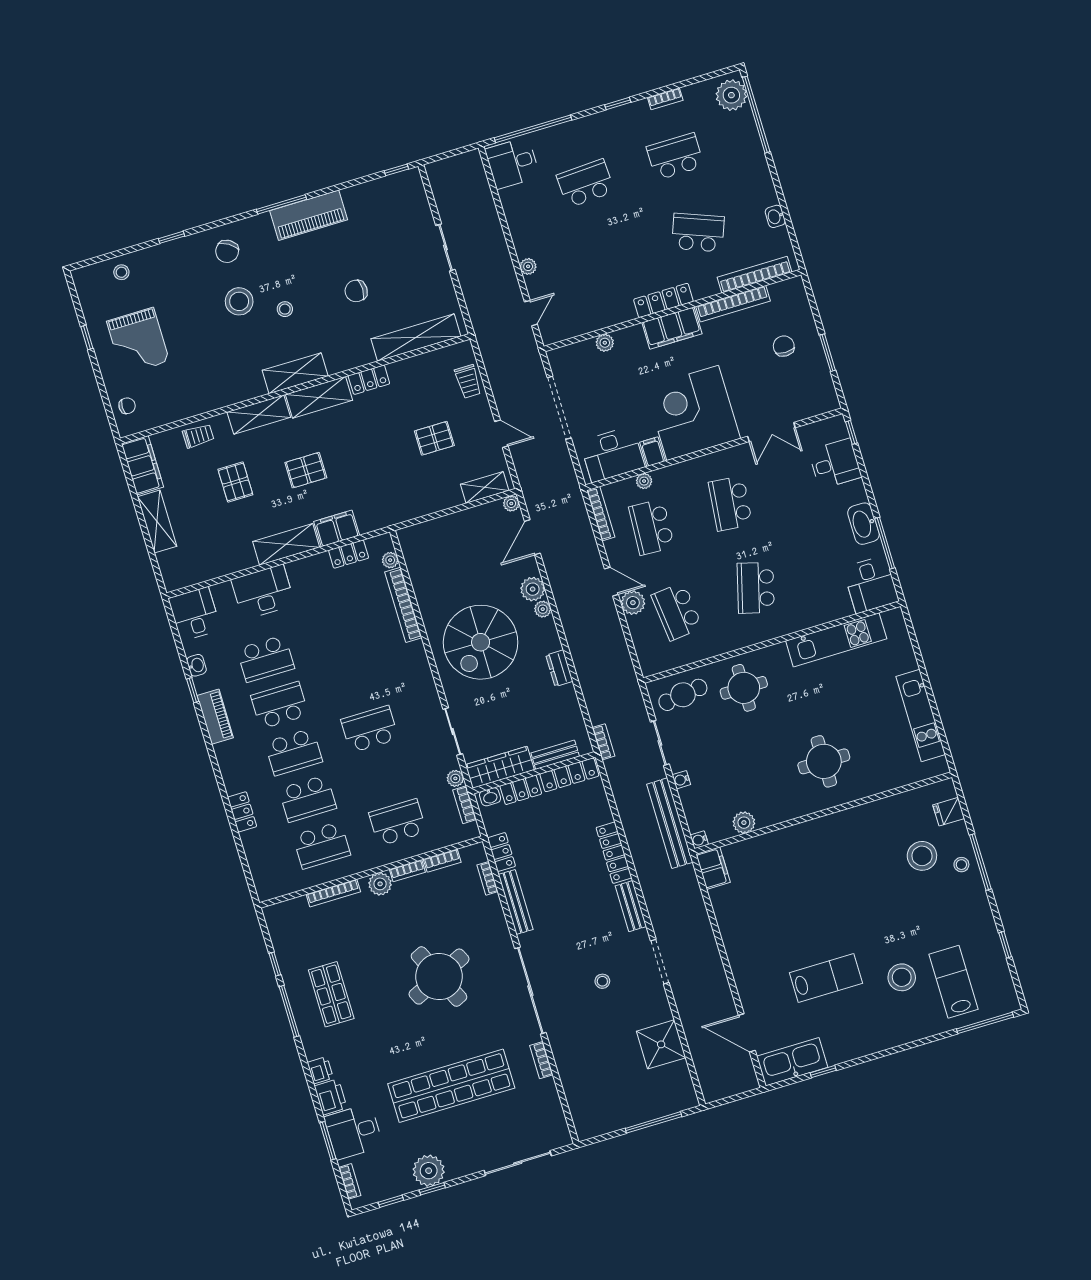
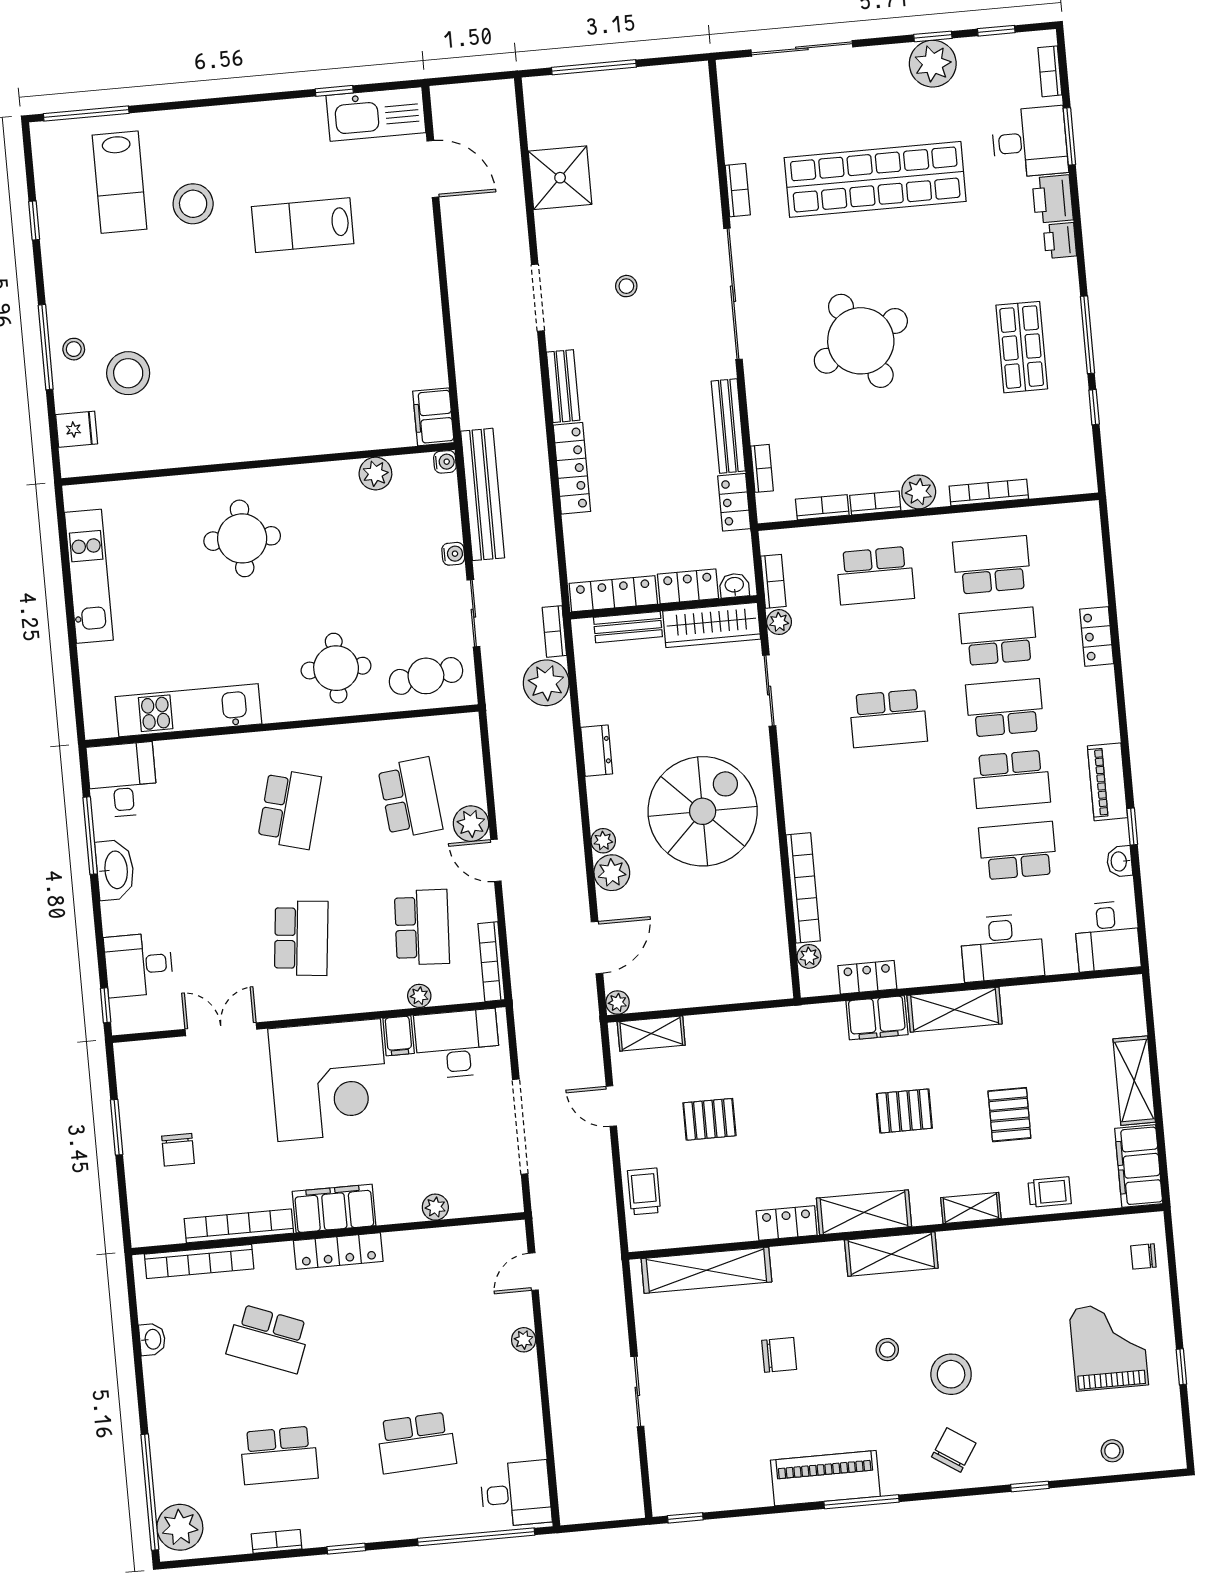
shelving: (259, 415) -> (971, 1208), width x0.67, depth x0.75
trolley: (198, 436) -> (1050, 1192), turned 180
plant: (602, 706) -> (546, 683), added

